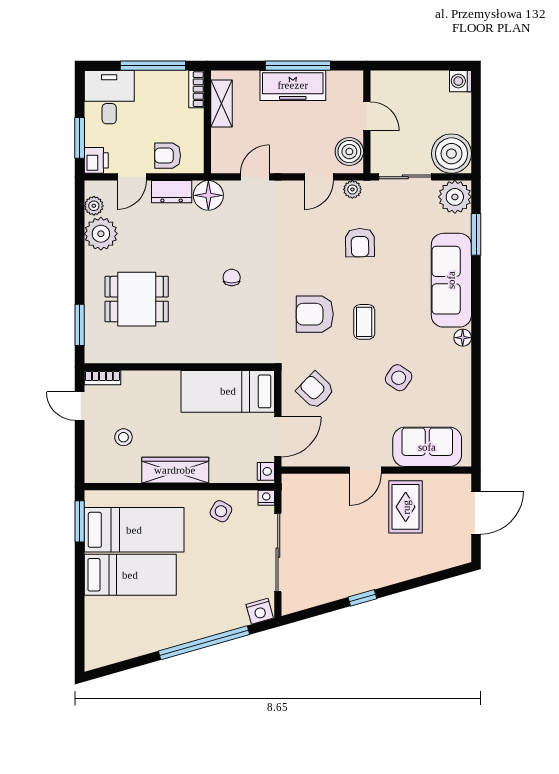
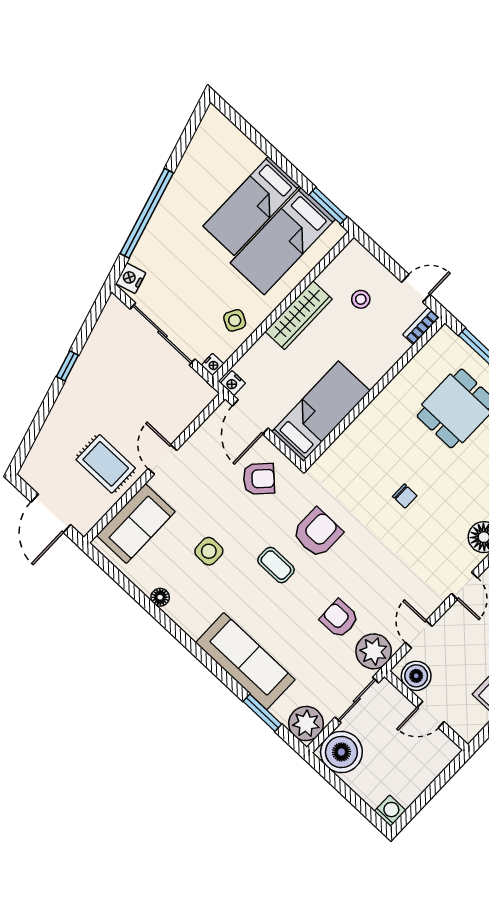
plant: (352, 189) -> (374, 651), width x1.87, depth x1.87
floor lamp: (463, 338) -> (160, 597), moved
side table: (399, 378) -> (209, 551), turned -34

